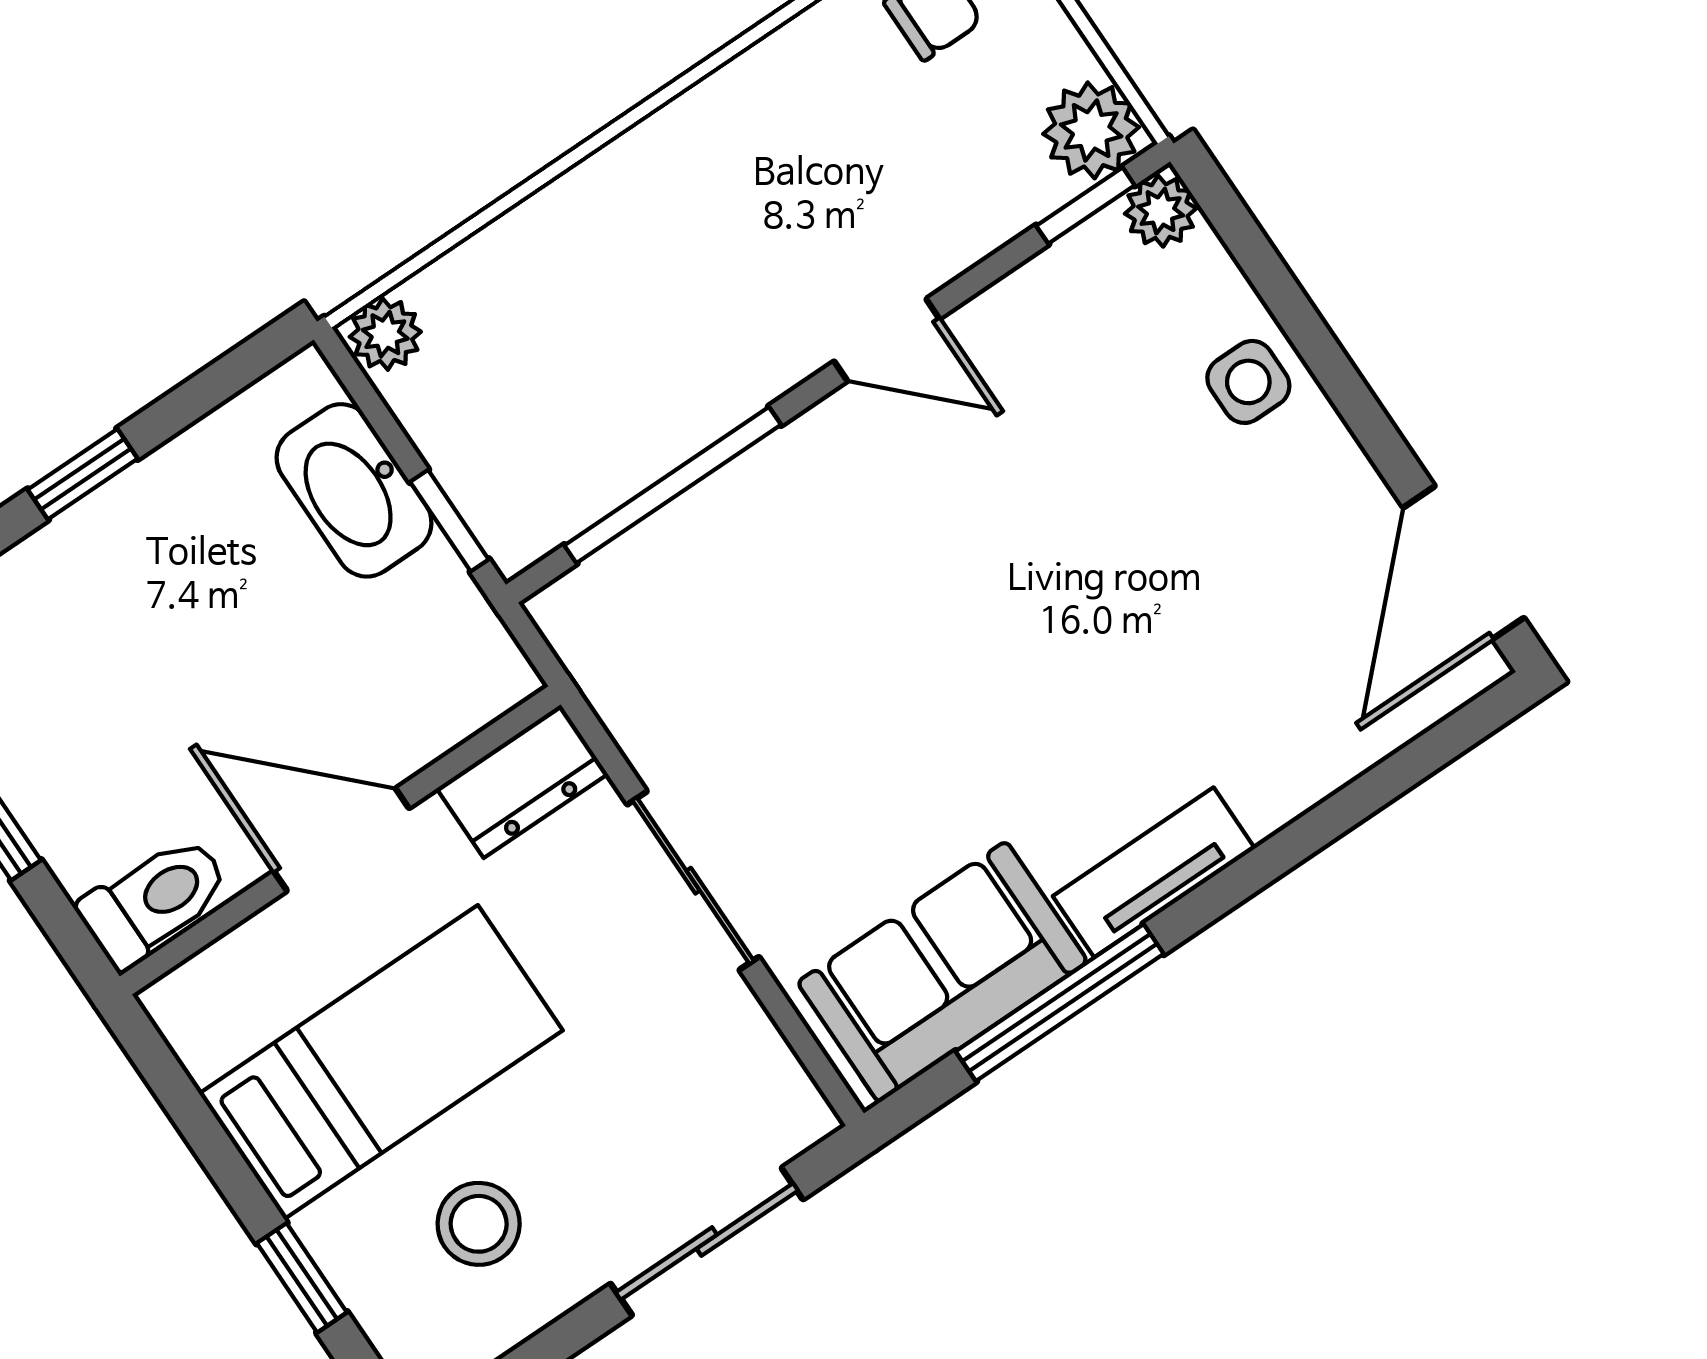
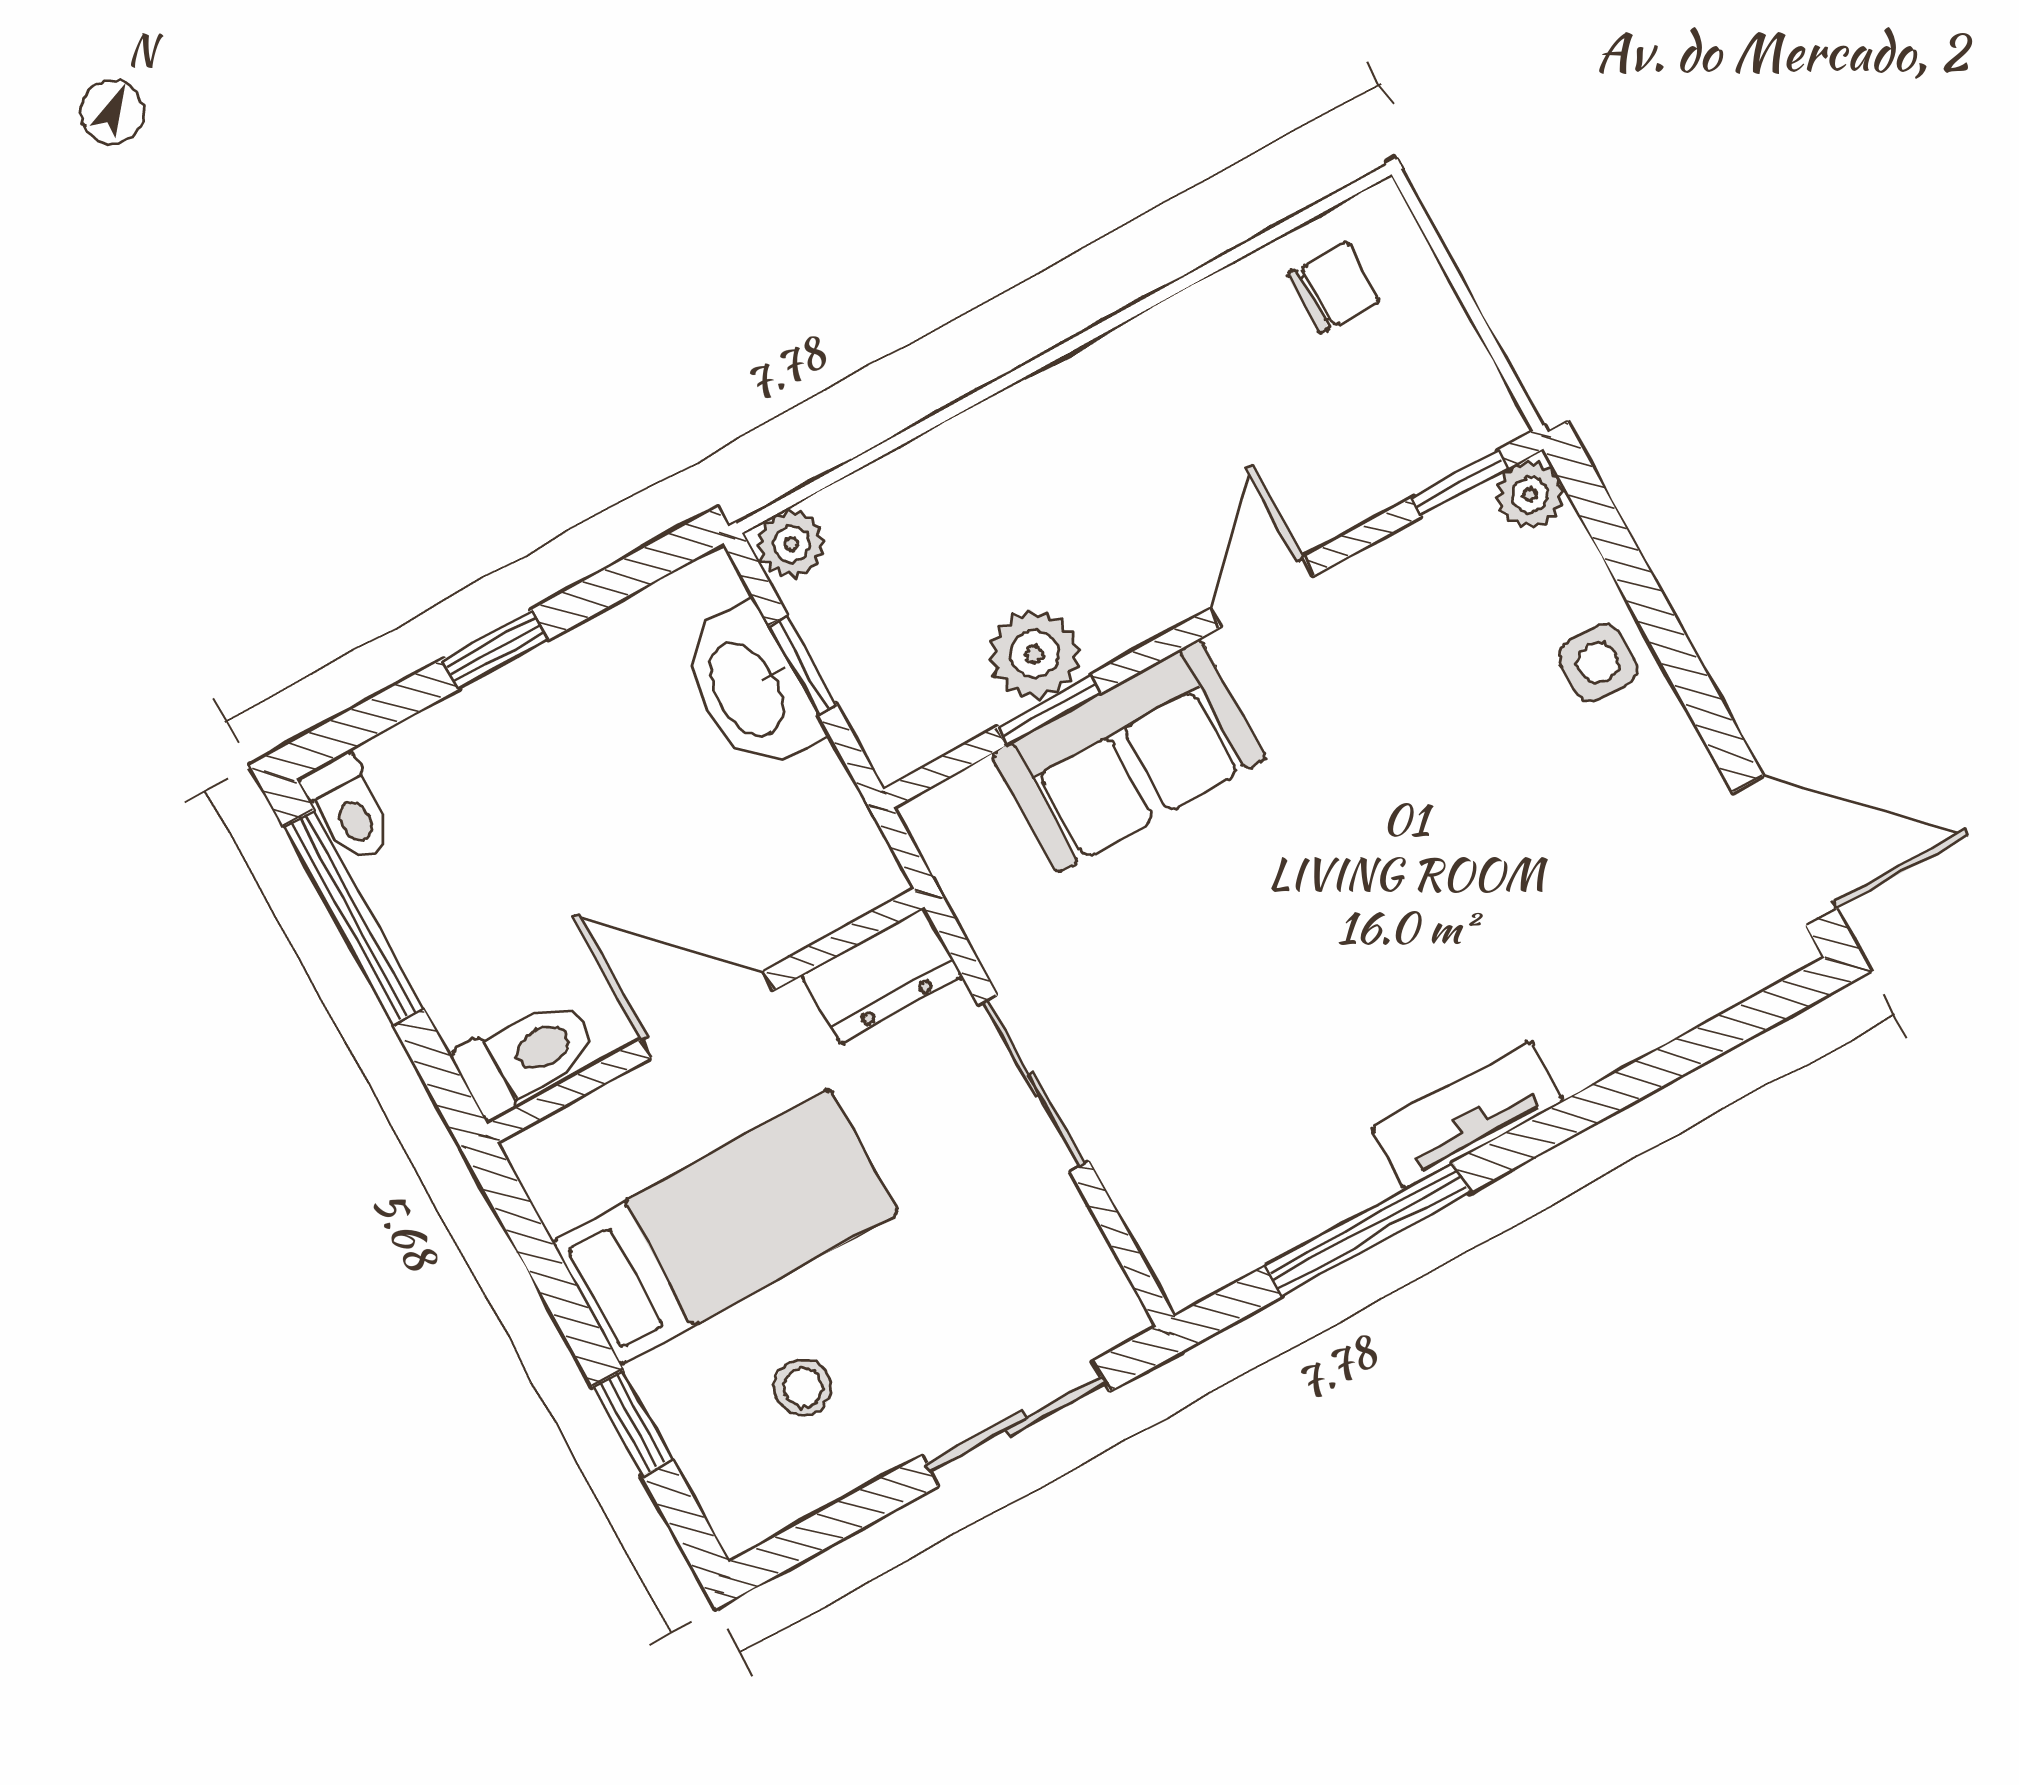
plant: (1091, 130) -> (1035, 654), moved
door: (887, 340) -> (1262, 592), swing flipped
window: (673, 485) -> (1048, 710), width x0.46
window: (449, 521) -> (803, 665), moved
door: (1464, 563) -> (1785, 851), swing flipped
sofa: (942, 972) -> (1129, 756), moved, turned 180
stool: (479, 1224) -> (803, 1387), width x0.73, depth x0.73

